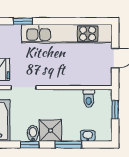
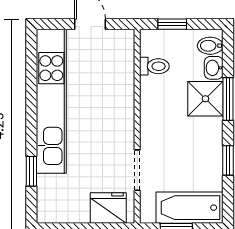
shower: (51, 130) -> (205, 99), moved
bidet: (33, 133) -> (210, 46), moved

